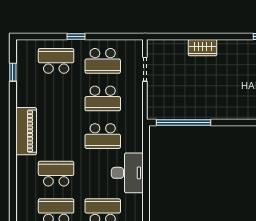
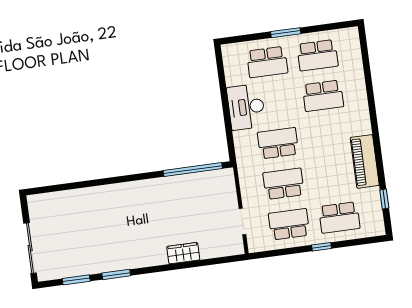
piano: (26, 131) -> (365, 161), moved

